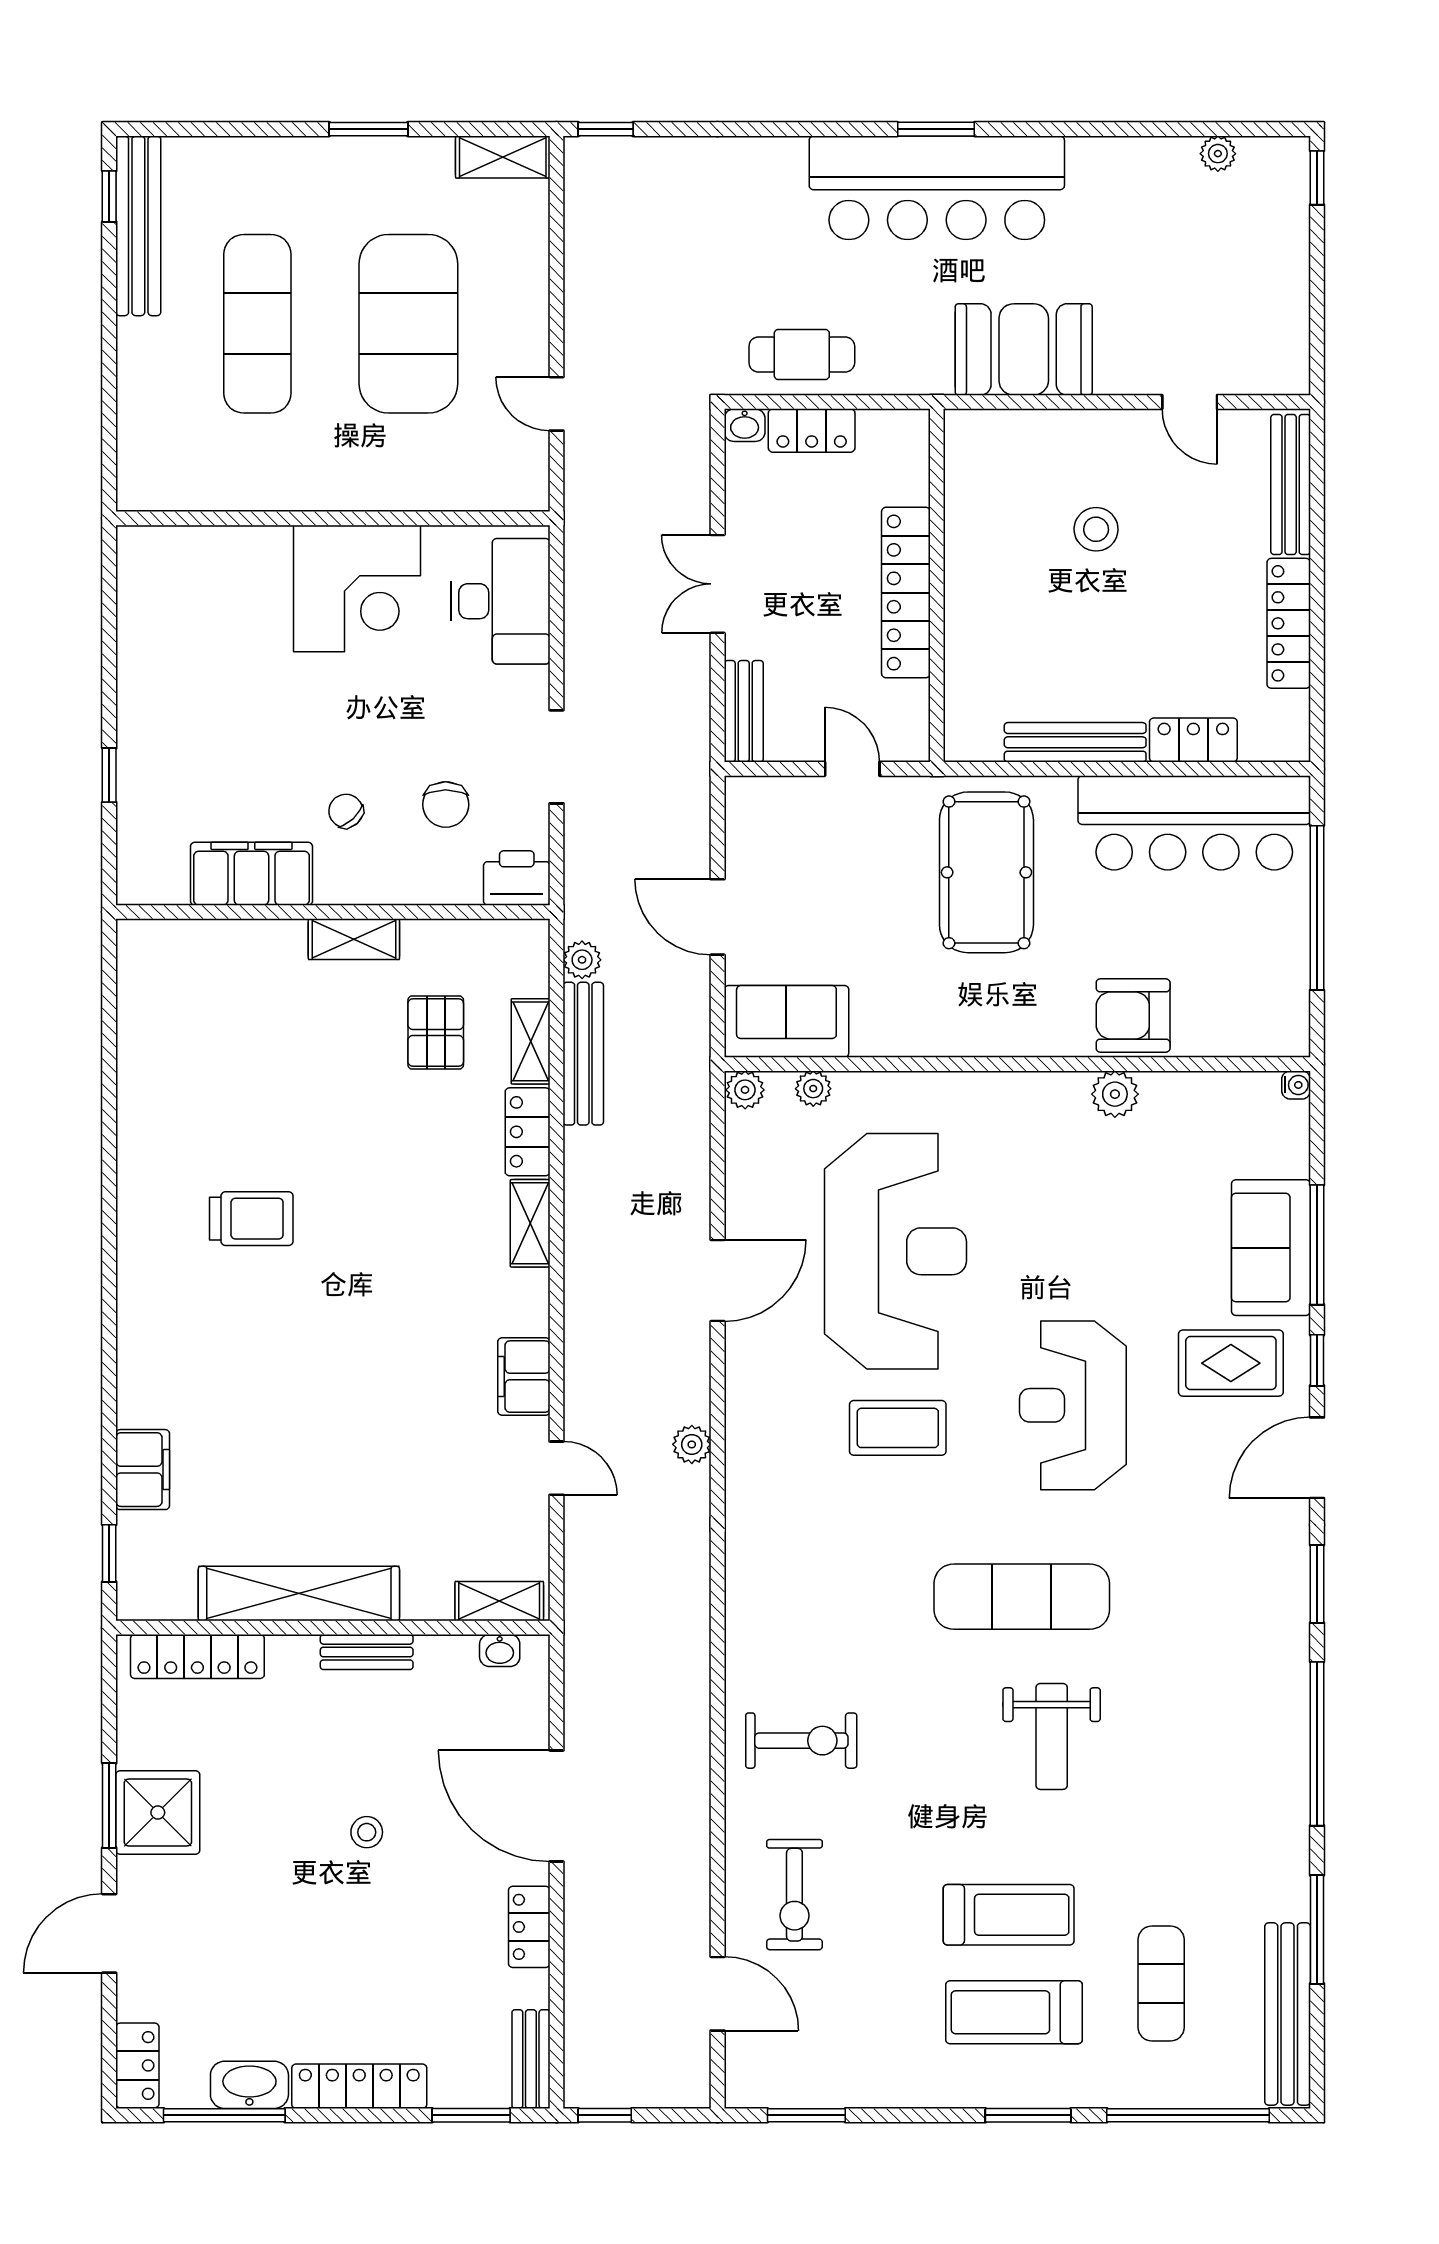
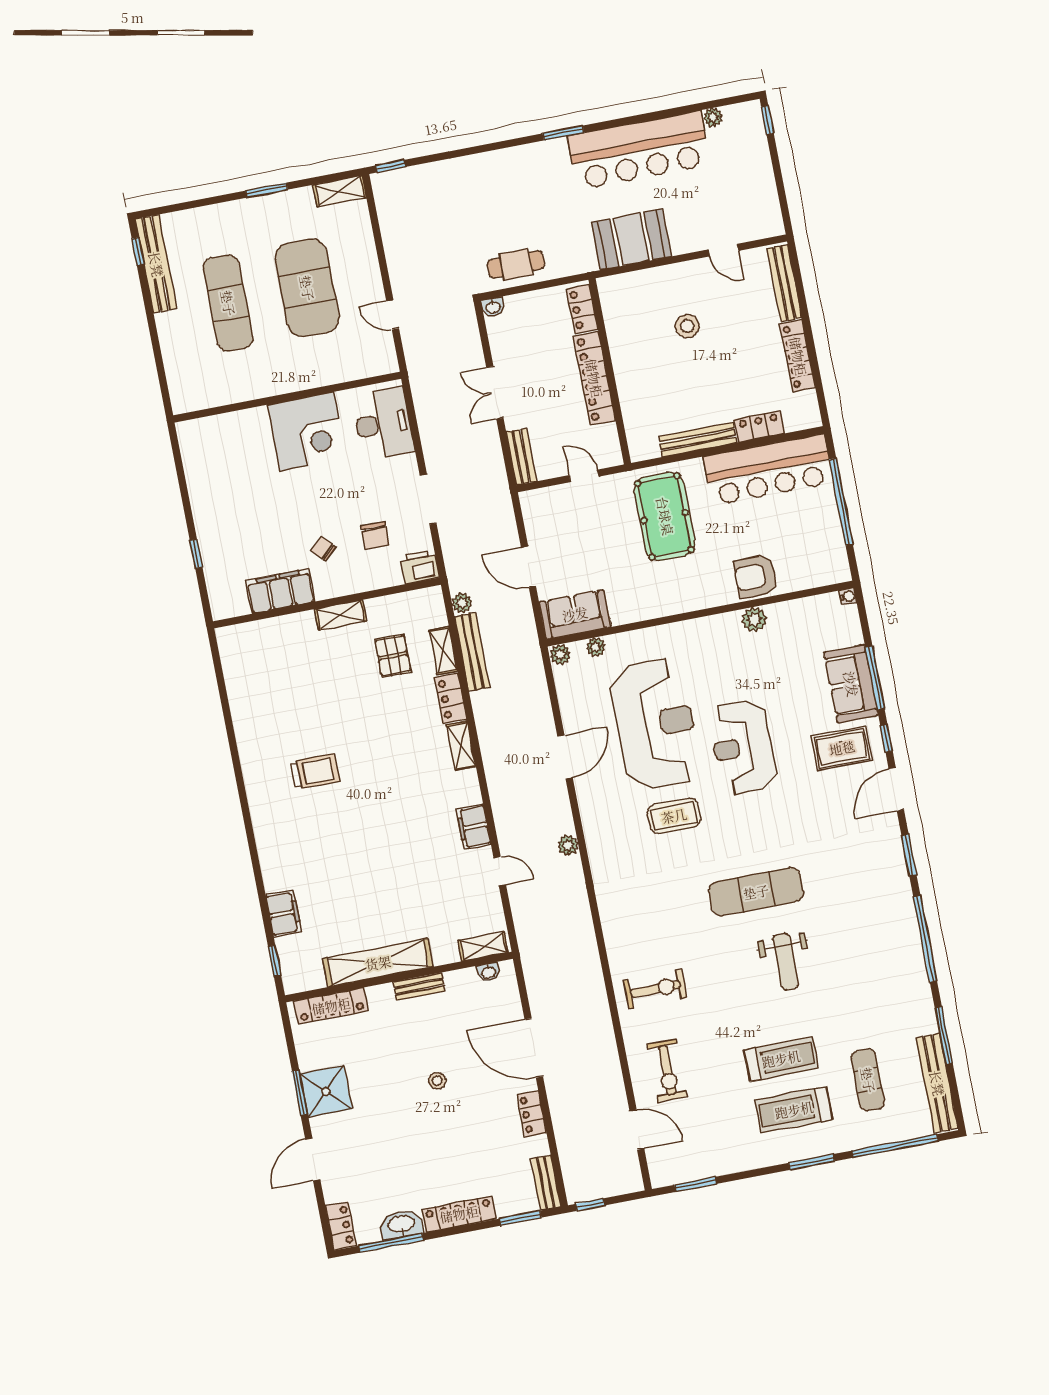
bar counter: (937, 188) -> (639, 150), moved
locker: (812, 431) -> (582, 309), moved, turned 90
reception desk: (1073, 1405) -> (743, 747), moved

